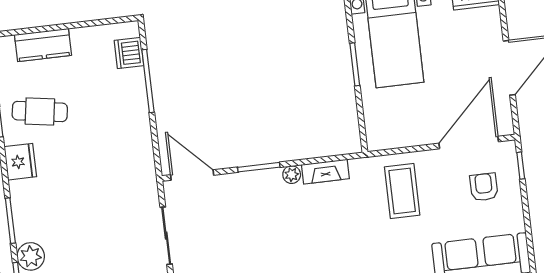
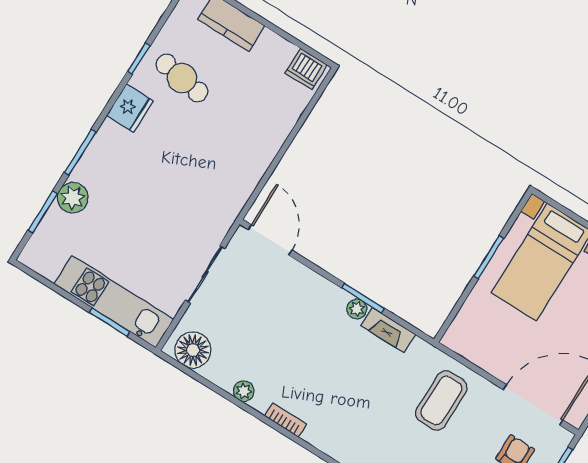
dishwasher: (129, 53) -> (306, 69), moved, turned -90
window: (148, 81) -> (297, 127), removed
window: (259, 167) -> (363, 298), moved

